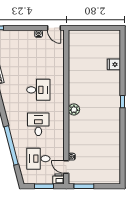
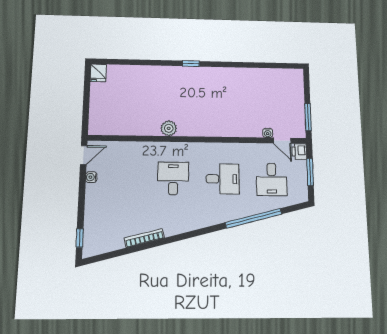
fridge: (114, 64) -> (98, 73), moved
plant: (74, 109) -> (169, 128), moved
desk: (38, 124) -> (223, 179), turned 180
door: (66, 167) -> (282, 141), hinge flipped

